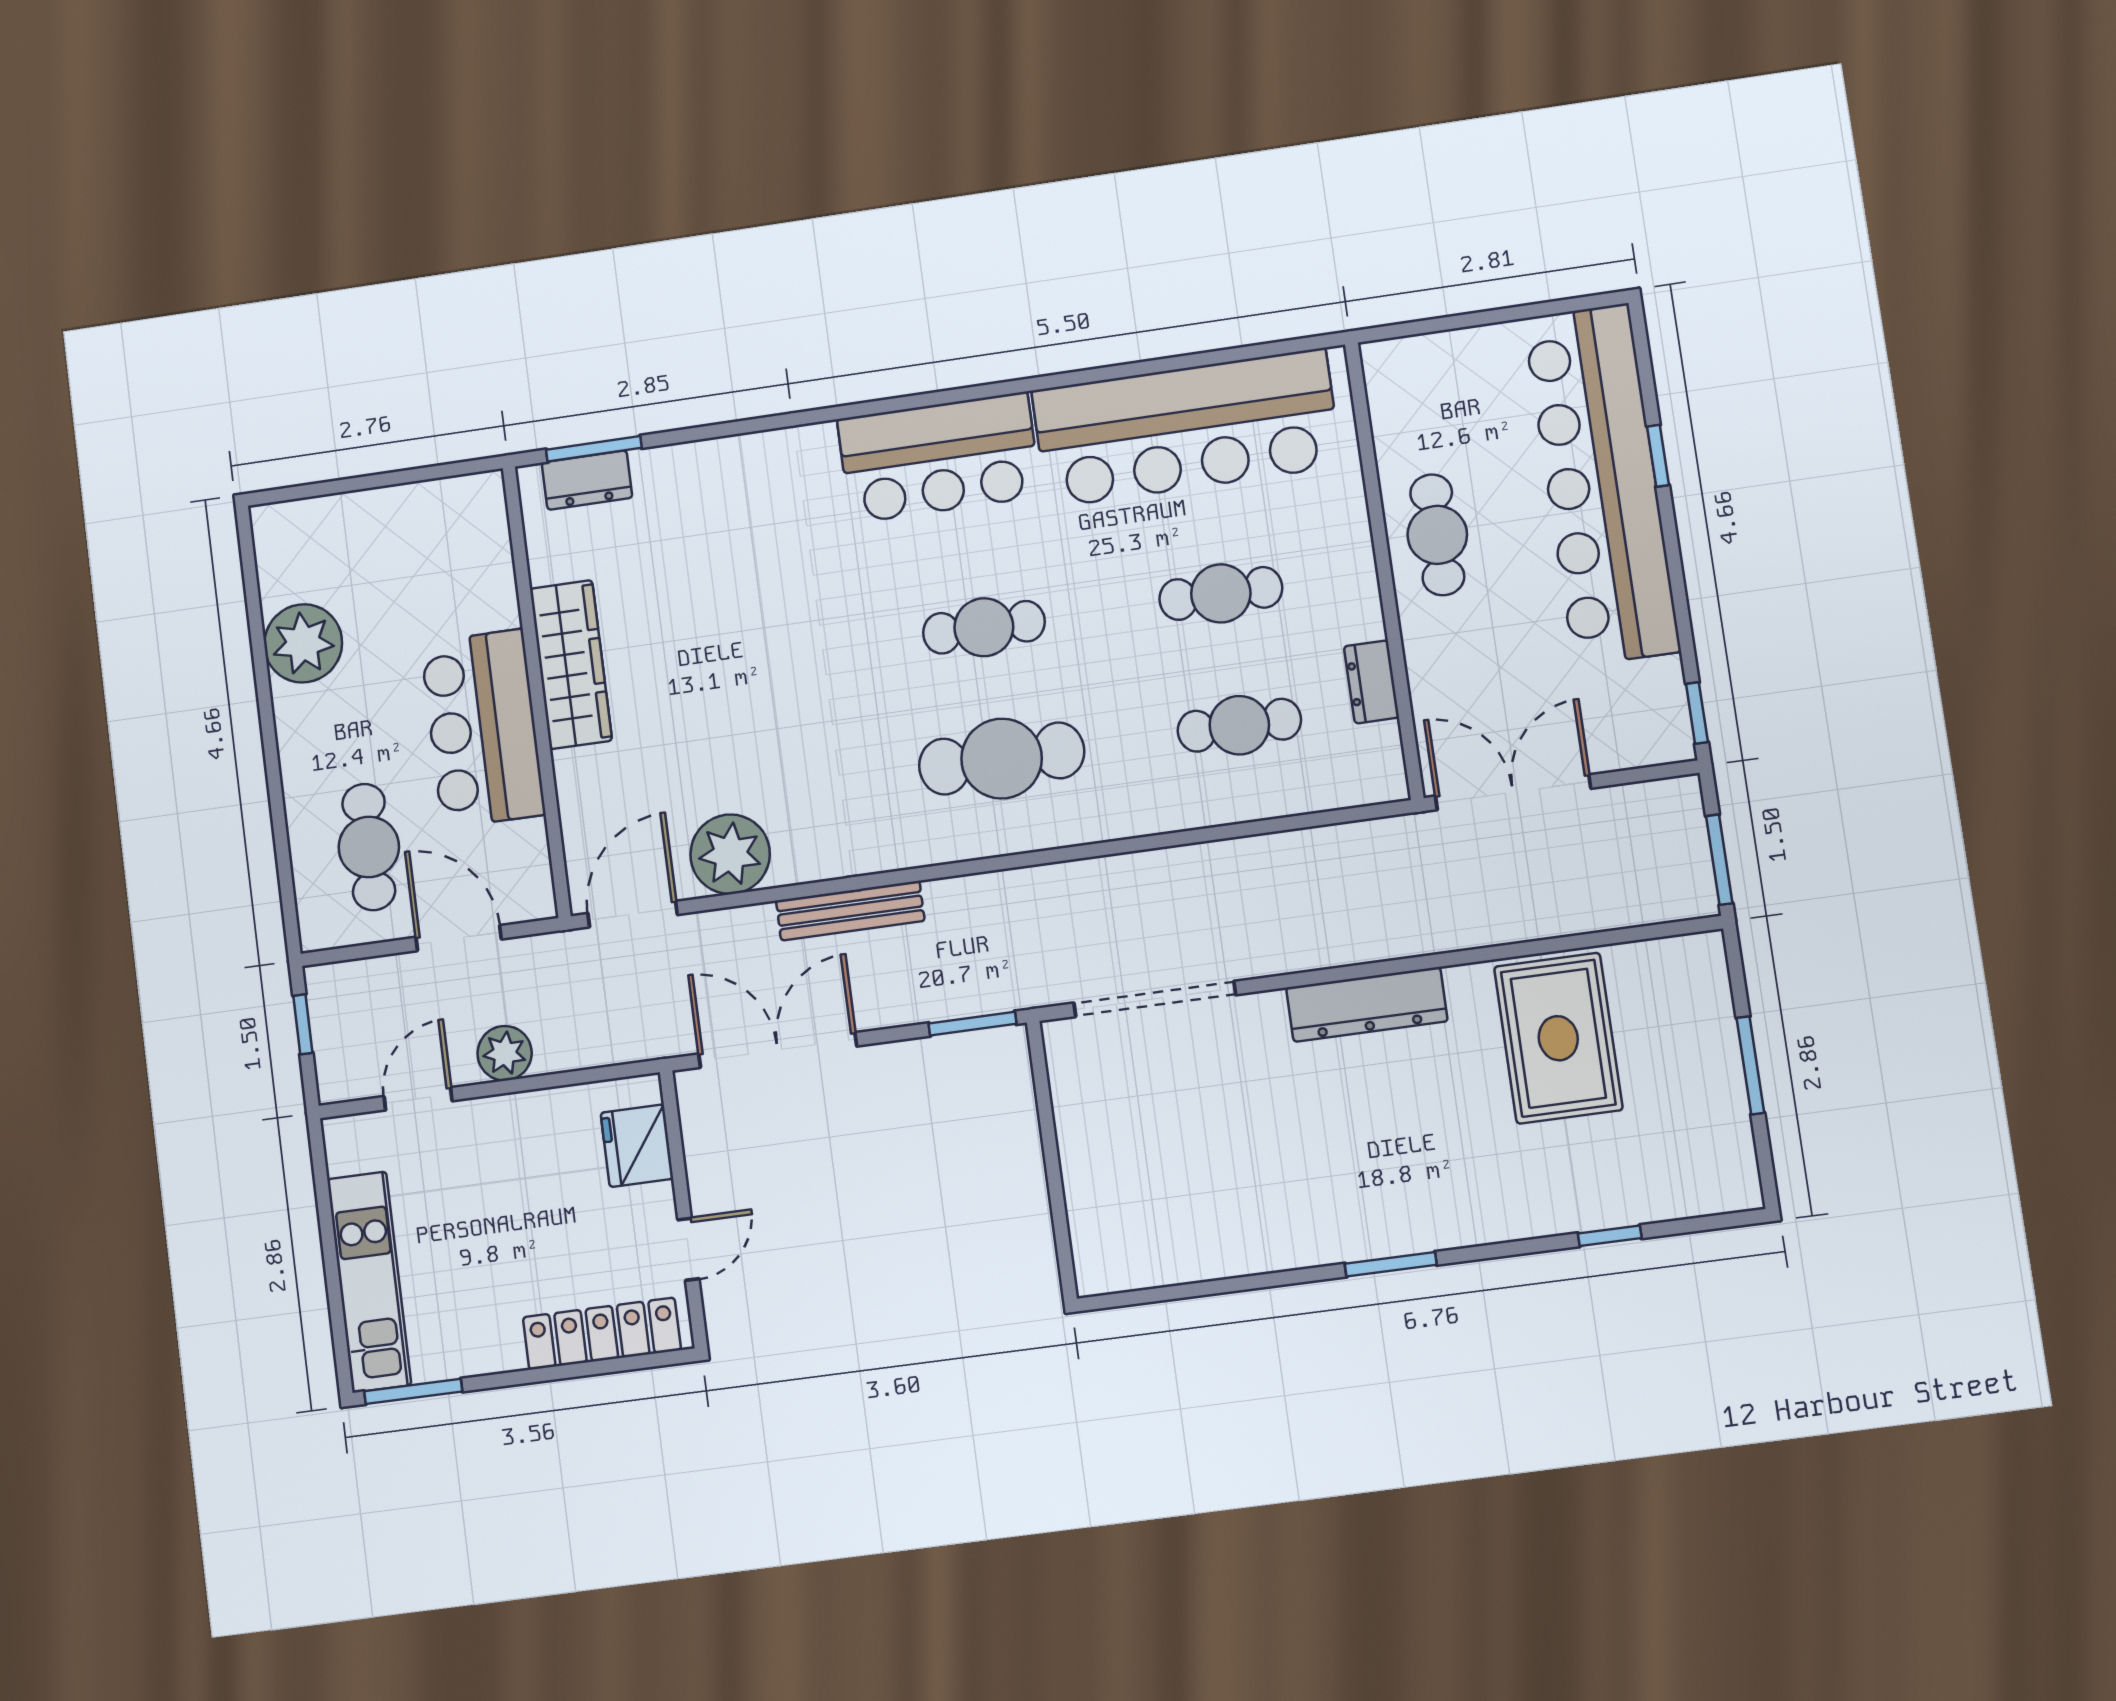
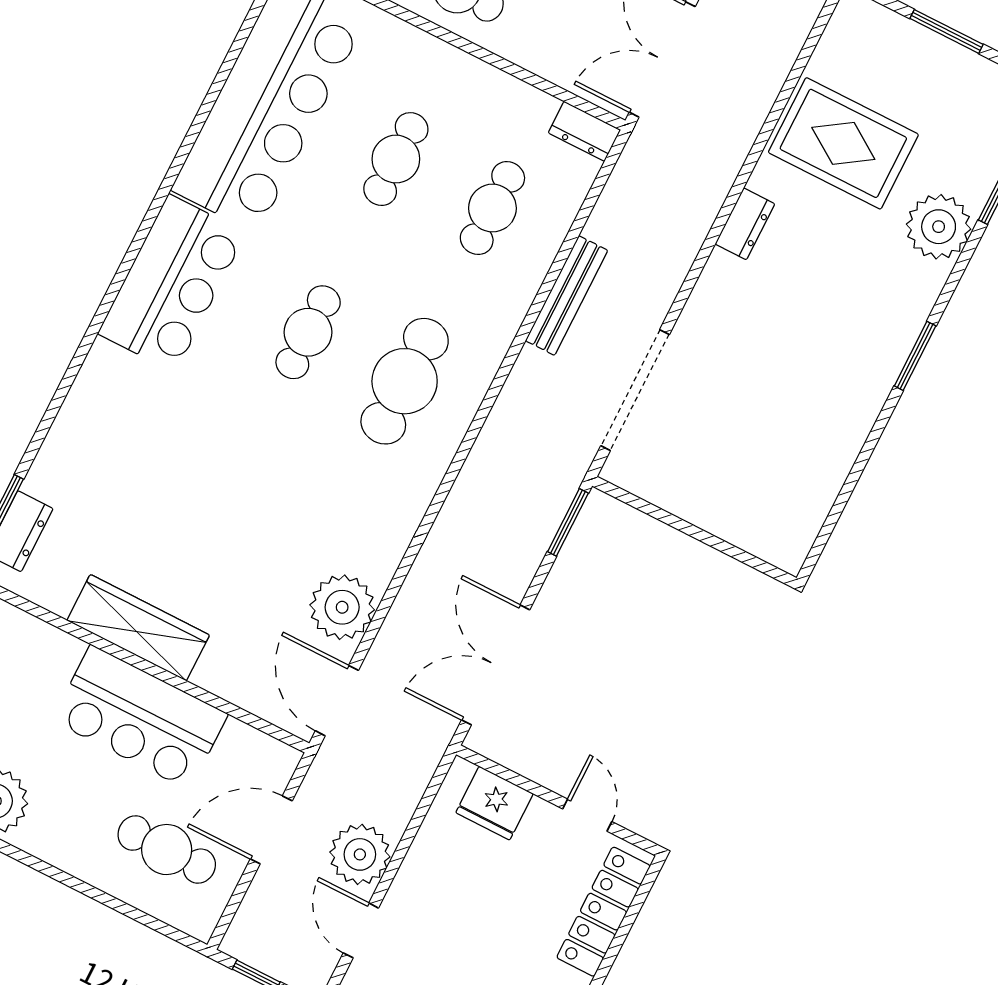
dresser: (1371, 682) -> (584, 131), moved
bench: (850, 911) -> (567, 295), moved
dresser: (1367, 1004) -> (745, 224), width x0.51, depth x0.80
plant: (505, 1053) -> (360, 854), width x1.36, depth x1.36
plant: (1542, 1197) -> (939, 227), added

